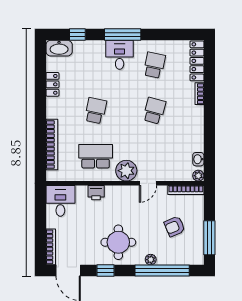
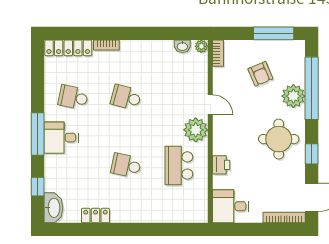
bookcase: (52, 145) -> (165, 216), removed
bookcase: (186, 190) -> (218, 53), width x0.64
plant: (151, 260) -> (293, 96), width x1.87, depth x1.87

